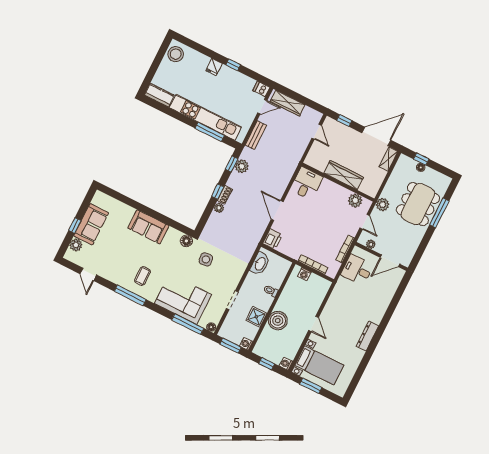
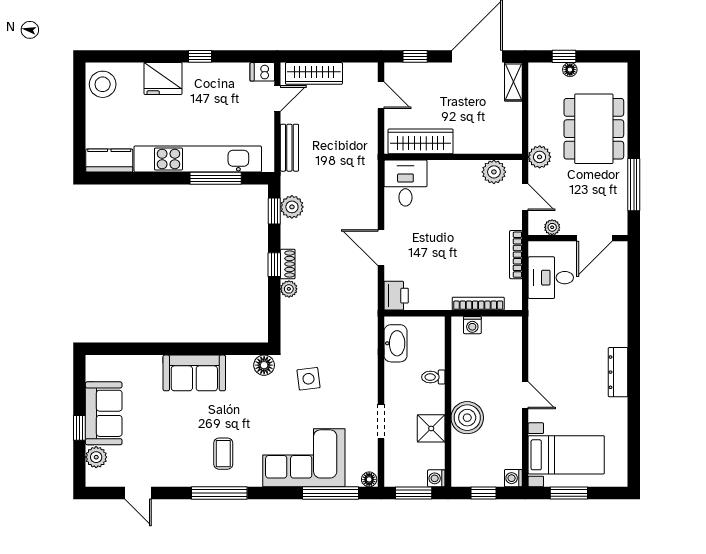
fridge: (214, 67) -> (163, 79), width x1.88, depth x1.34
wardrobe: (344, 175) -> (421, 141), moved
window: (439, 213) -> (634, 185), moved

